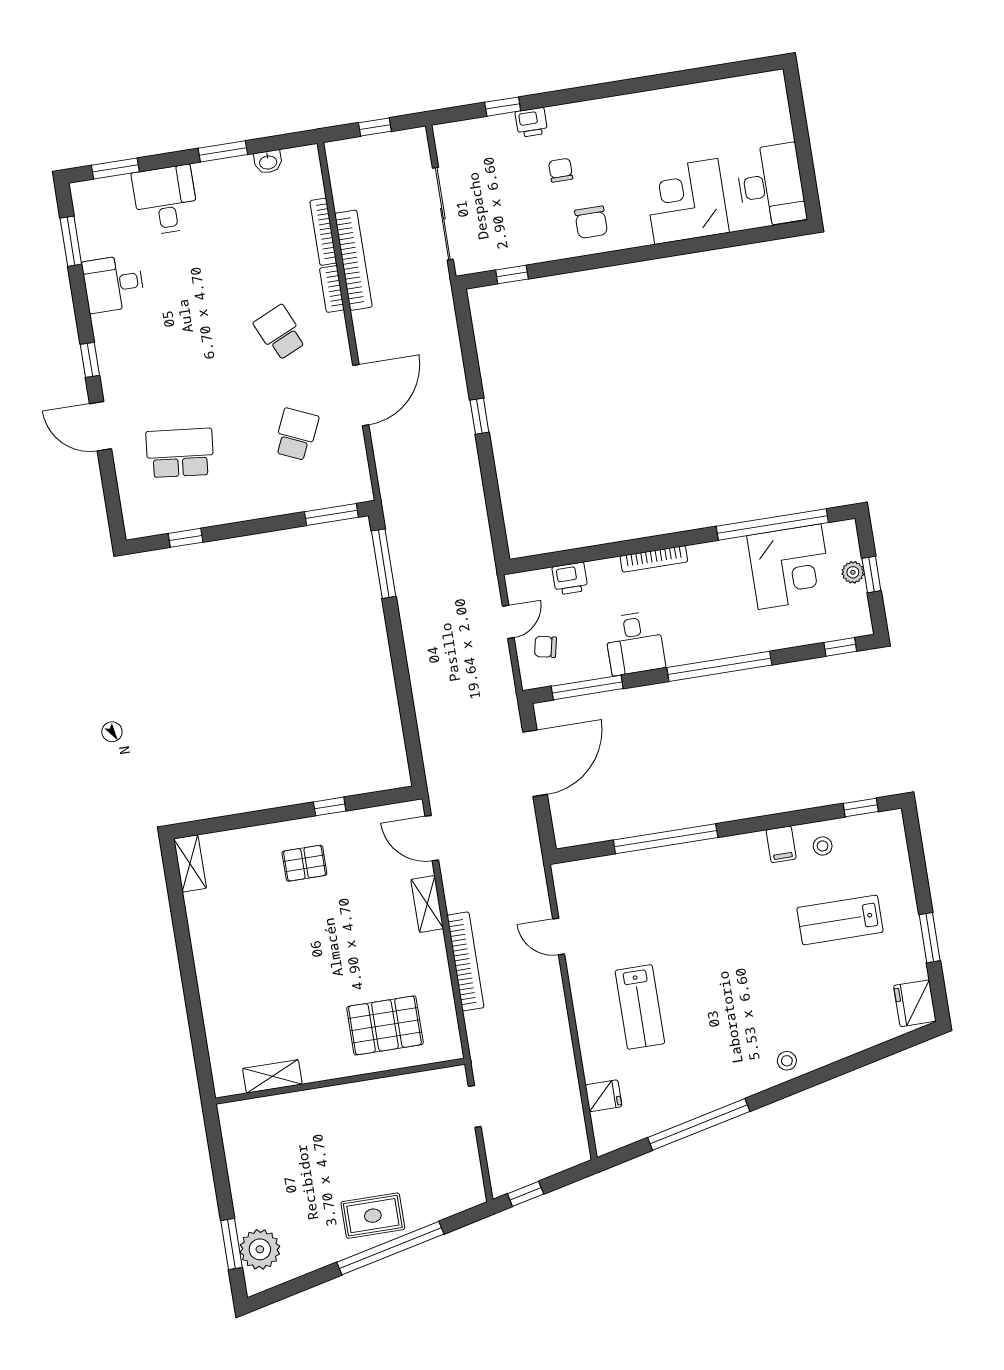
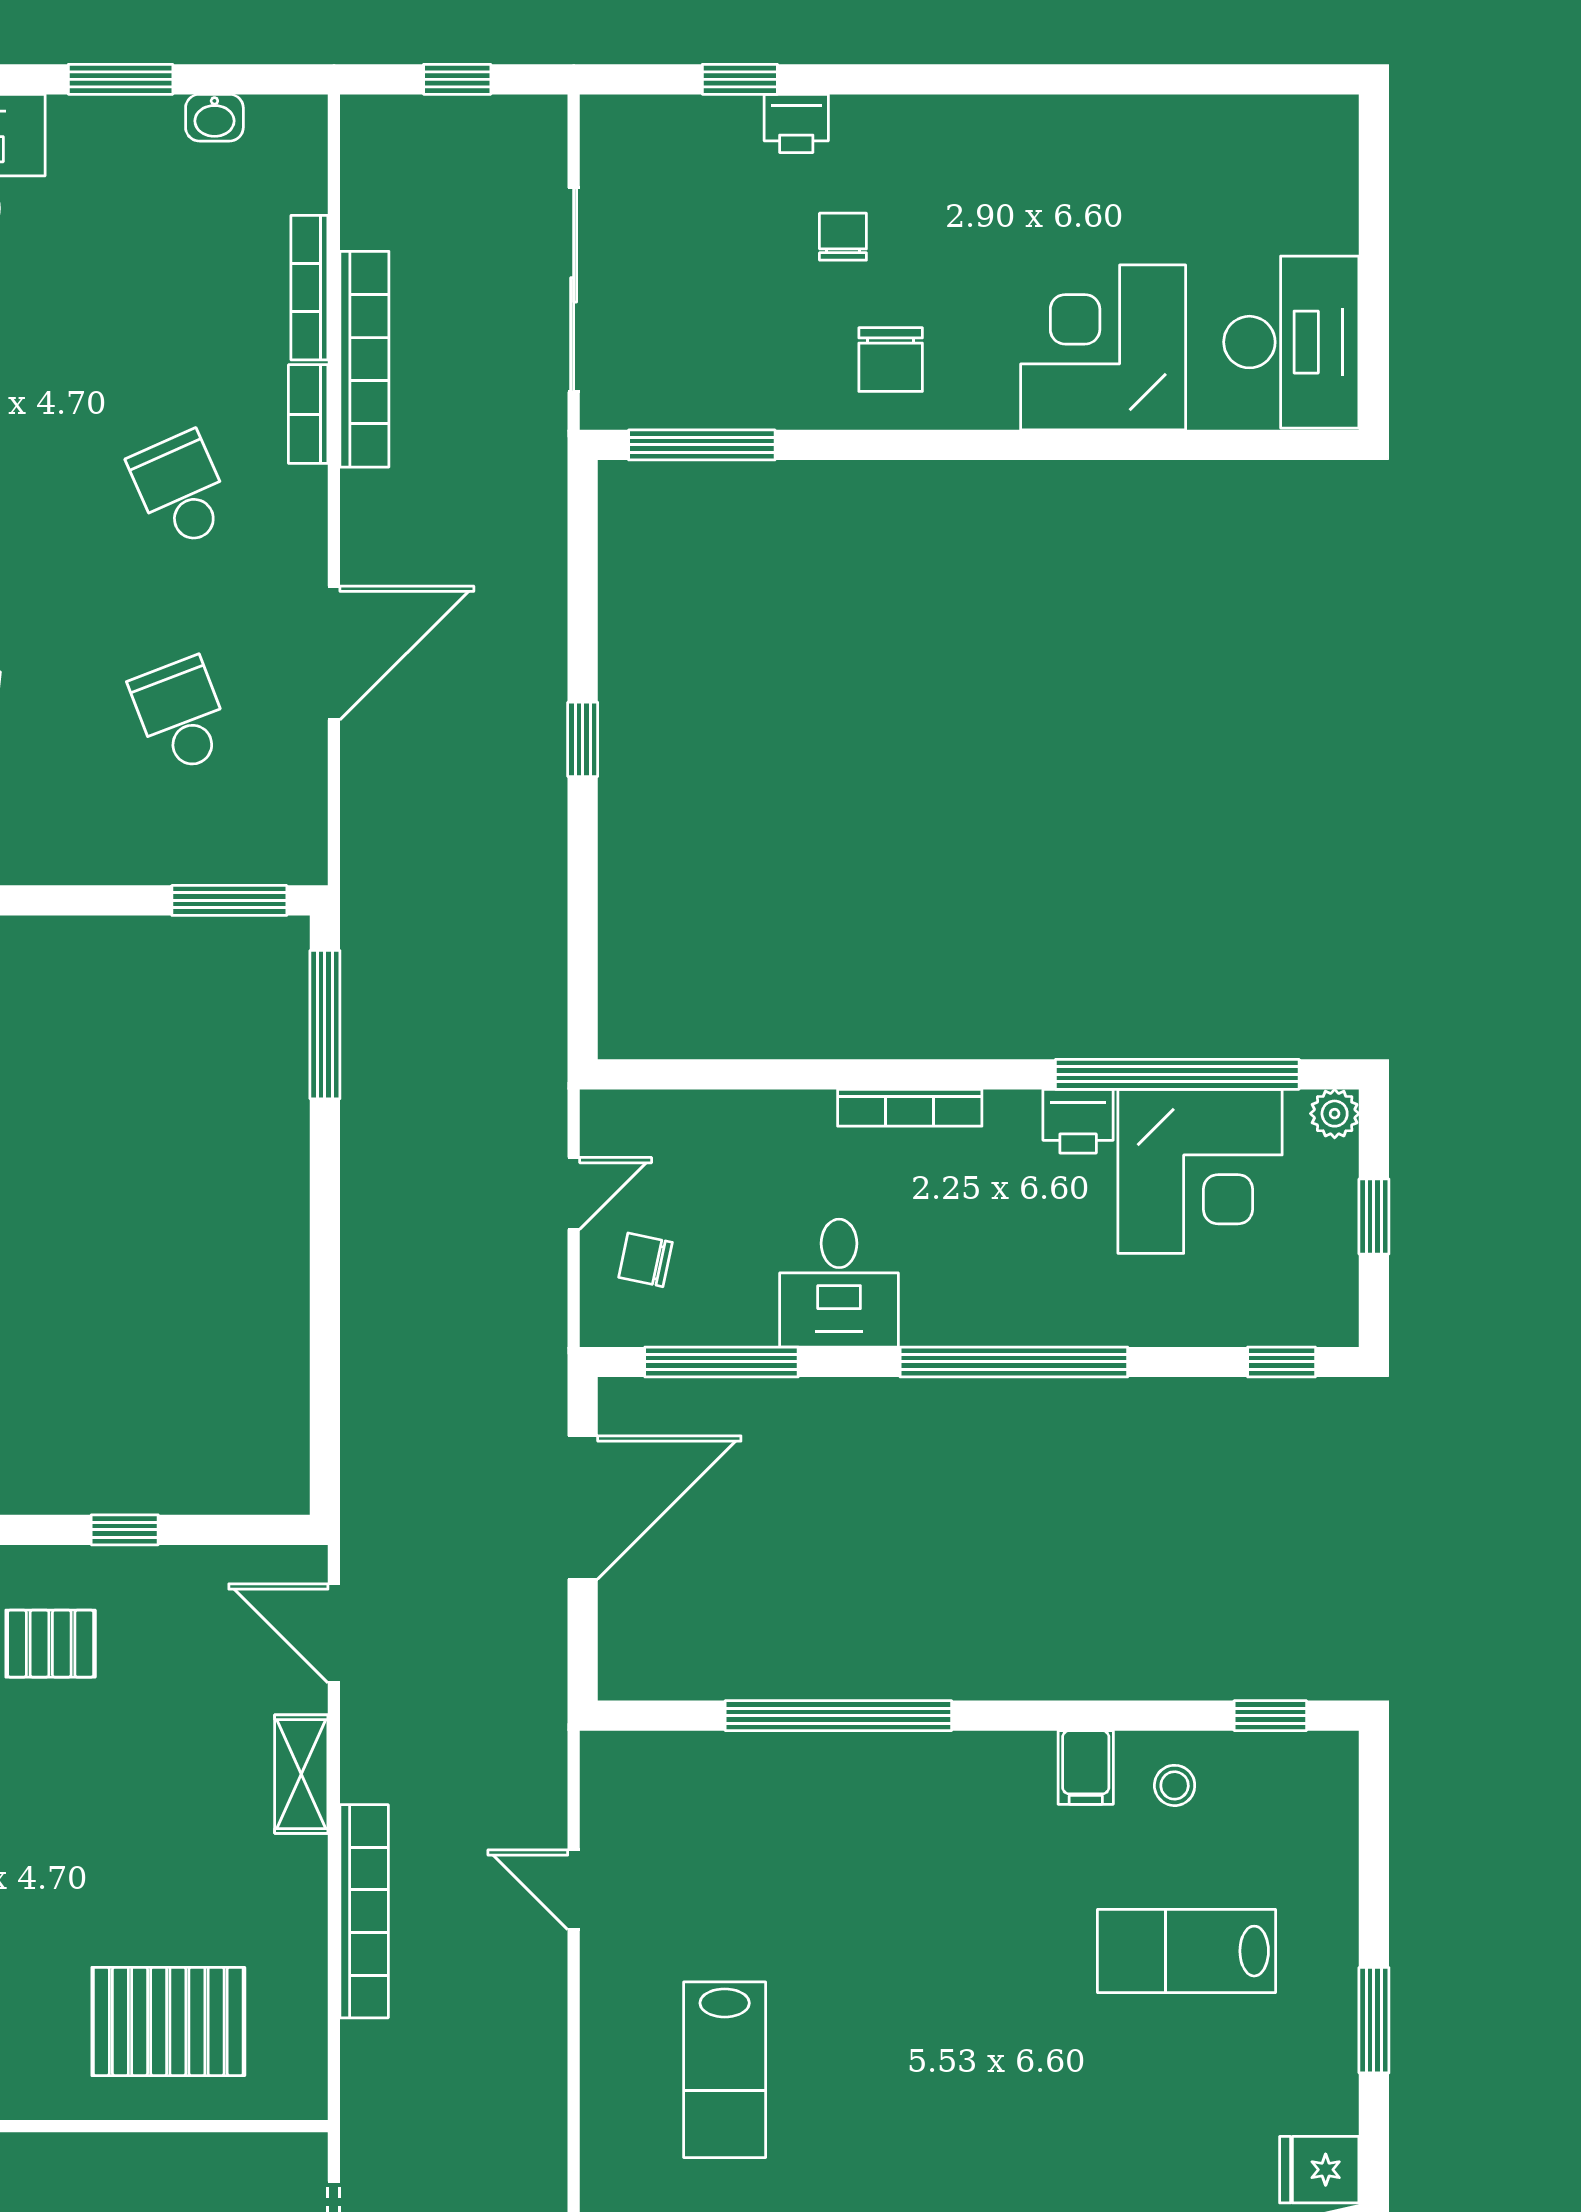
window: (512, 274) -> (702, 445), width x2.17
school desk: (296, 434) -> (181, 715), turned -45
plant: (853, 572) -> (1335, 1114), moved
printer: (570, 579) -> (1078, 1121), moved
fridge: (915, 1003) -> (1319, 2170), width x0.72

